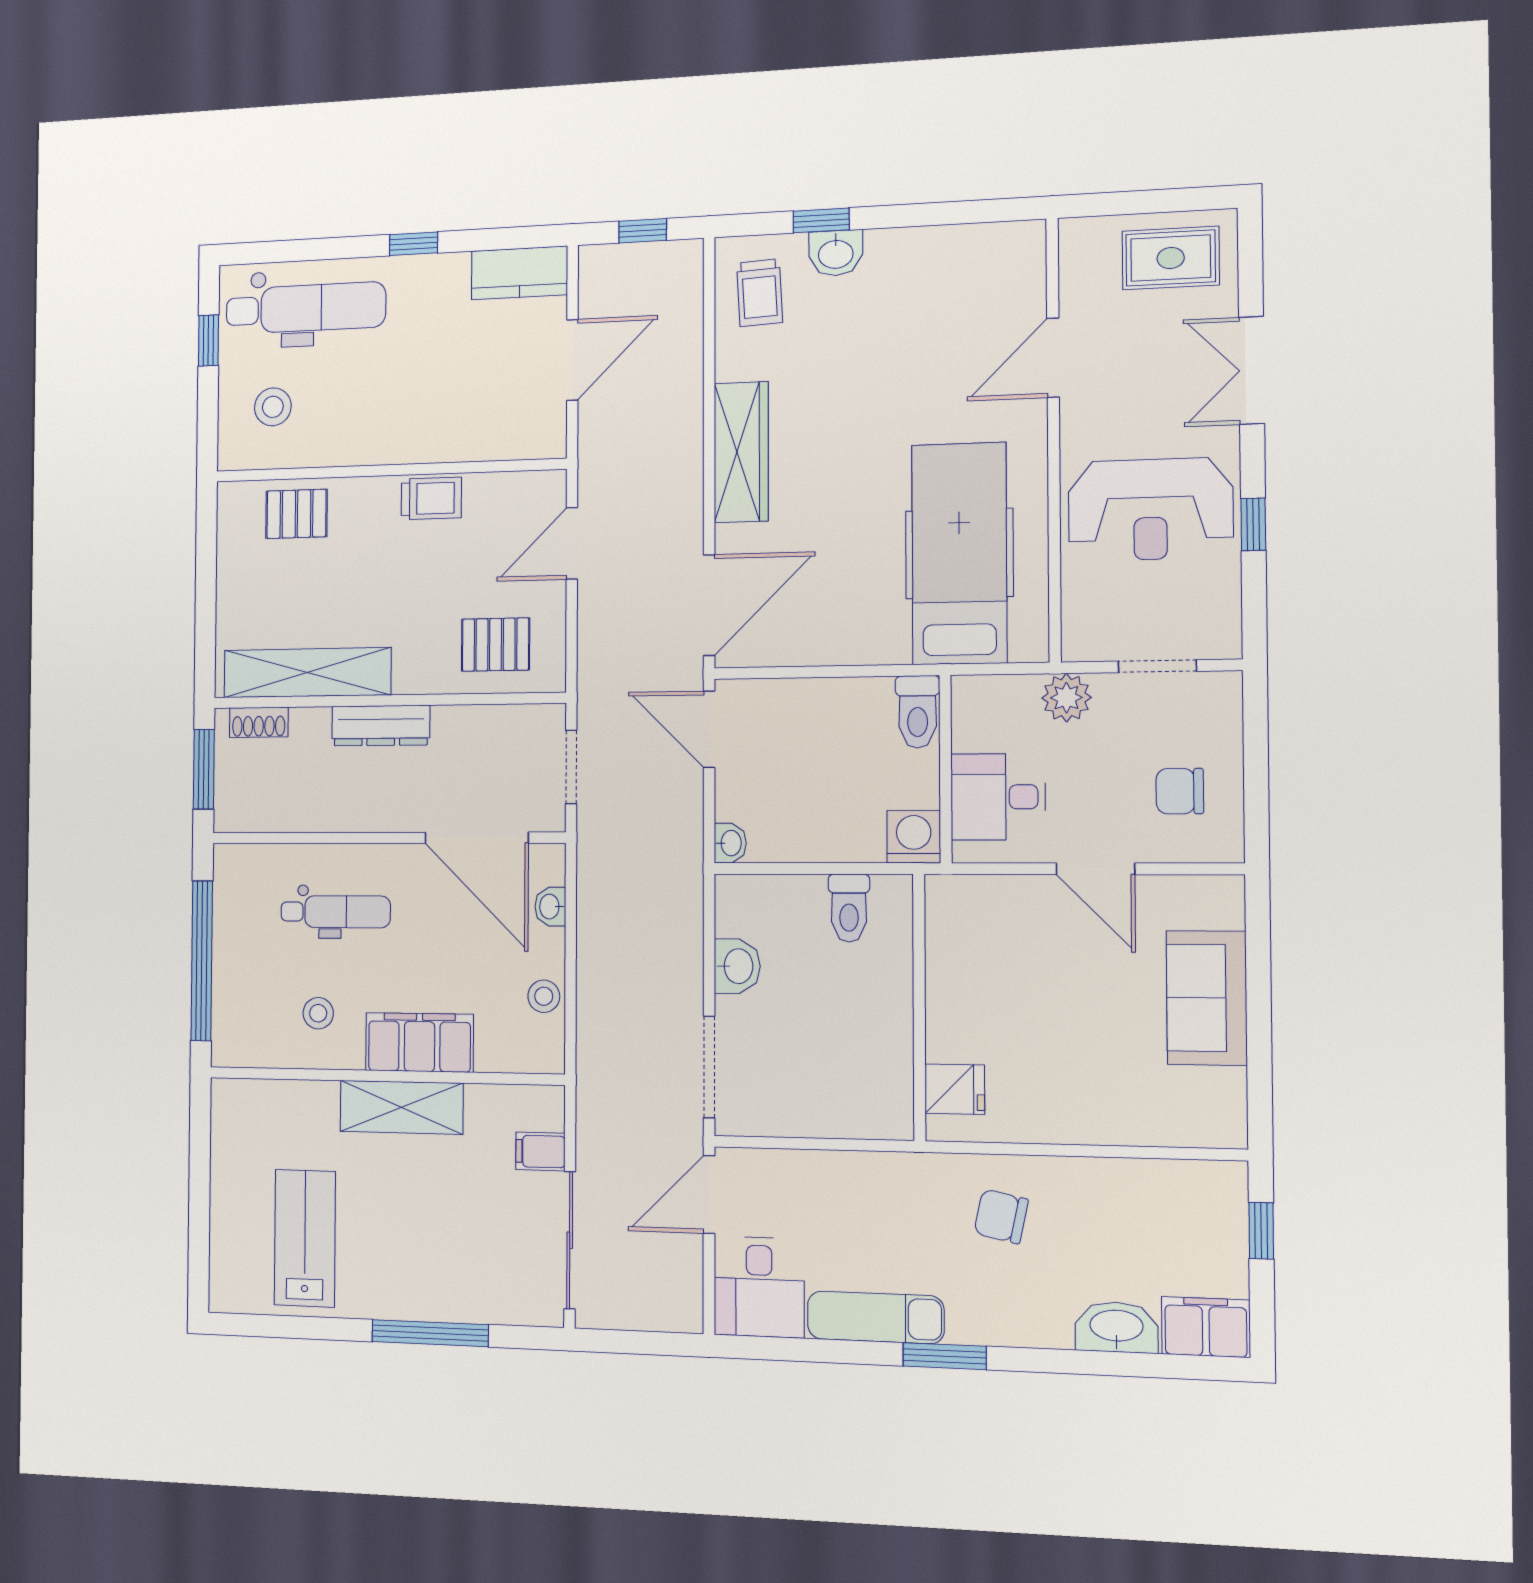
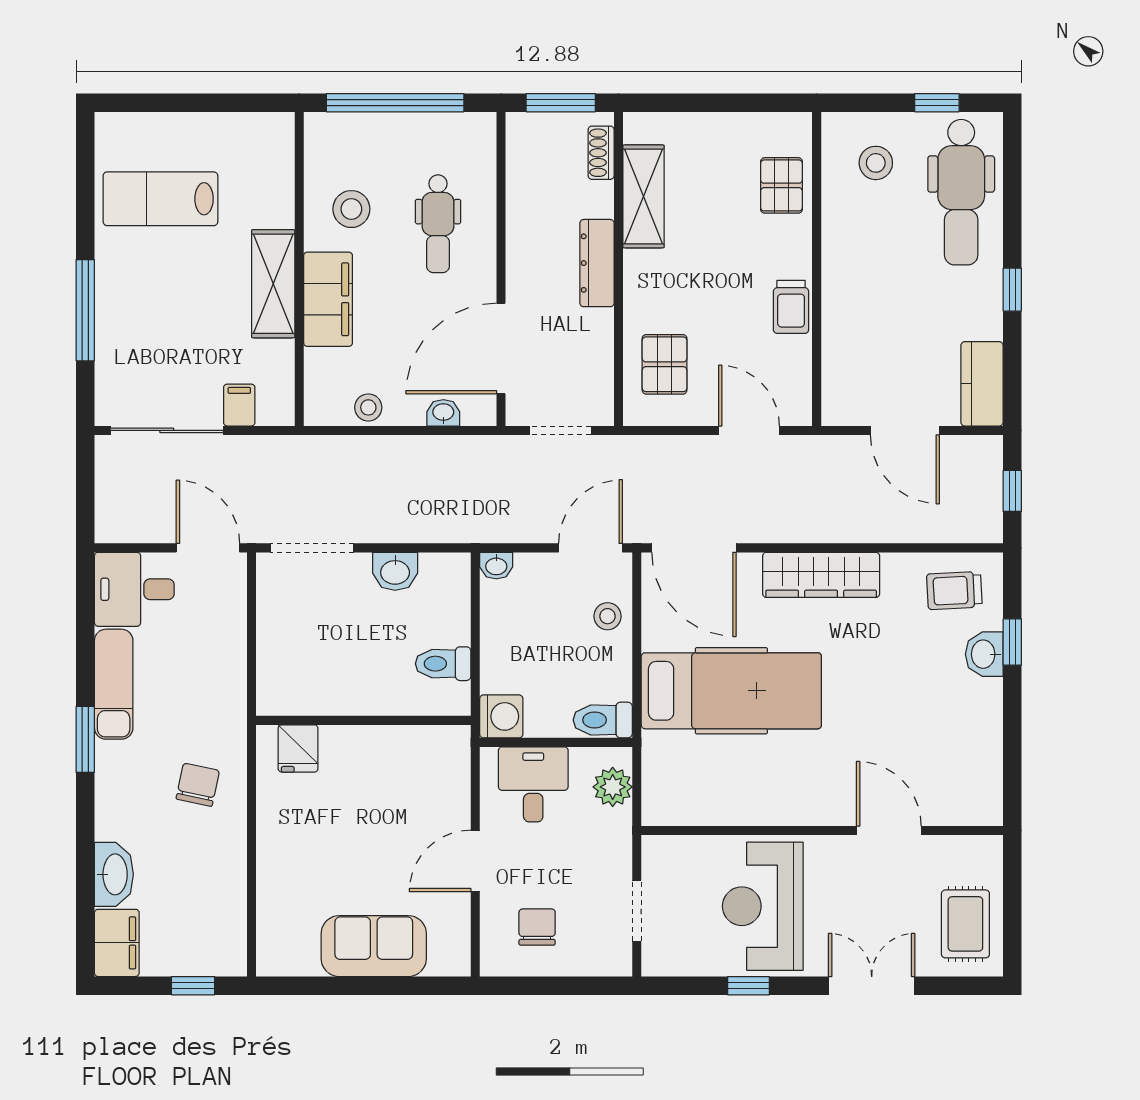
hospital bed: (959, 554) -> (731, 691), moved
shelving: (307, 673) -> (643, 196), width x0.68
plant: (1066, 698) -> (613, 787), moved
stool: (791, 708) -> (608, 616), added
stool: (318, 1013) -> (351, 209), width x1.37, depth x1.37
lab bench: (305, 1238) -> (160, 199), turned 180

